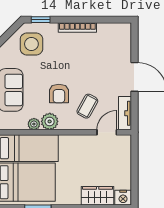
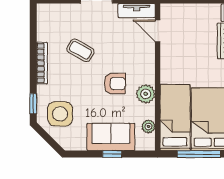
coffee table: (87, 106) -> (80, 50), moved
plant: (34, 124) -> (148, 126), moved

